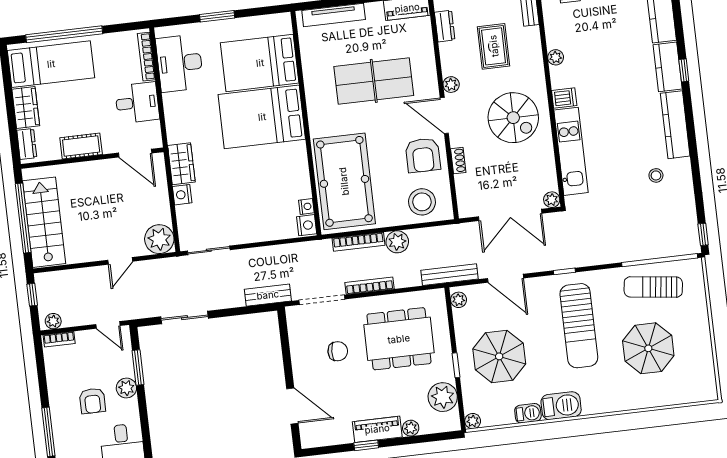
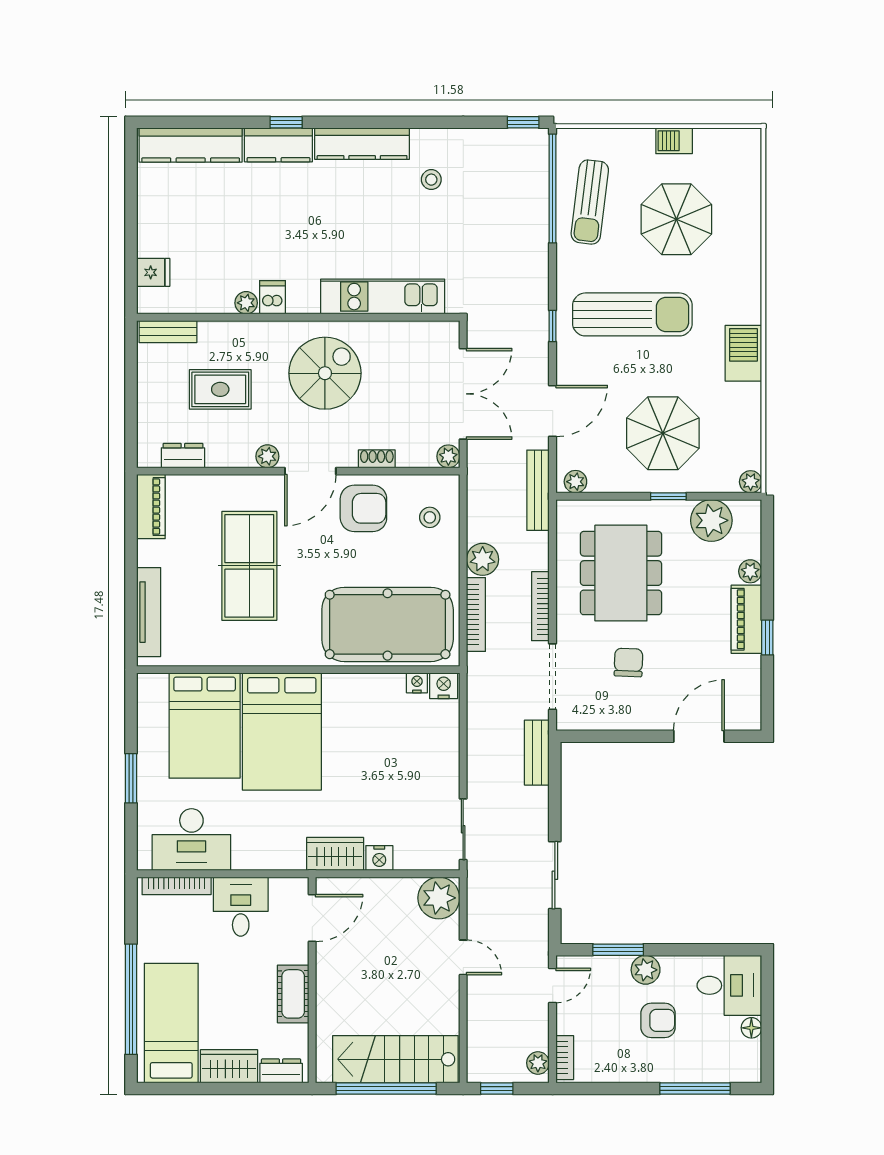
dishwasher: (564, 98) -> (273, 297), moved
plant: (552, 200) -> (448, 456), moved
stool: (422, 202) -> (430, 517), width x0.53, depth x0.53
barbecue: (528, 413) -> (674, 141), moved, turned -90

